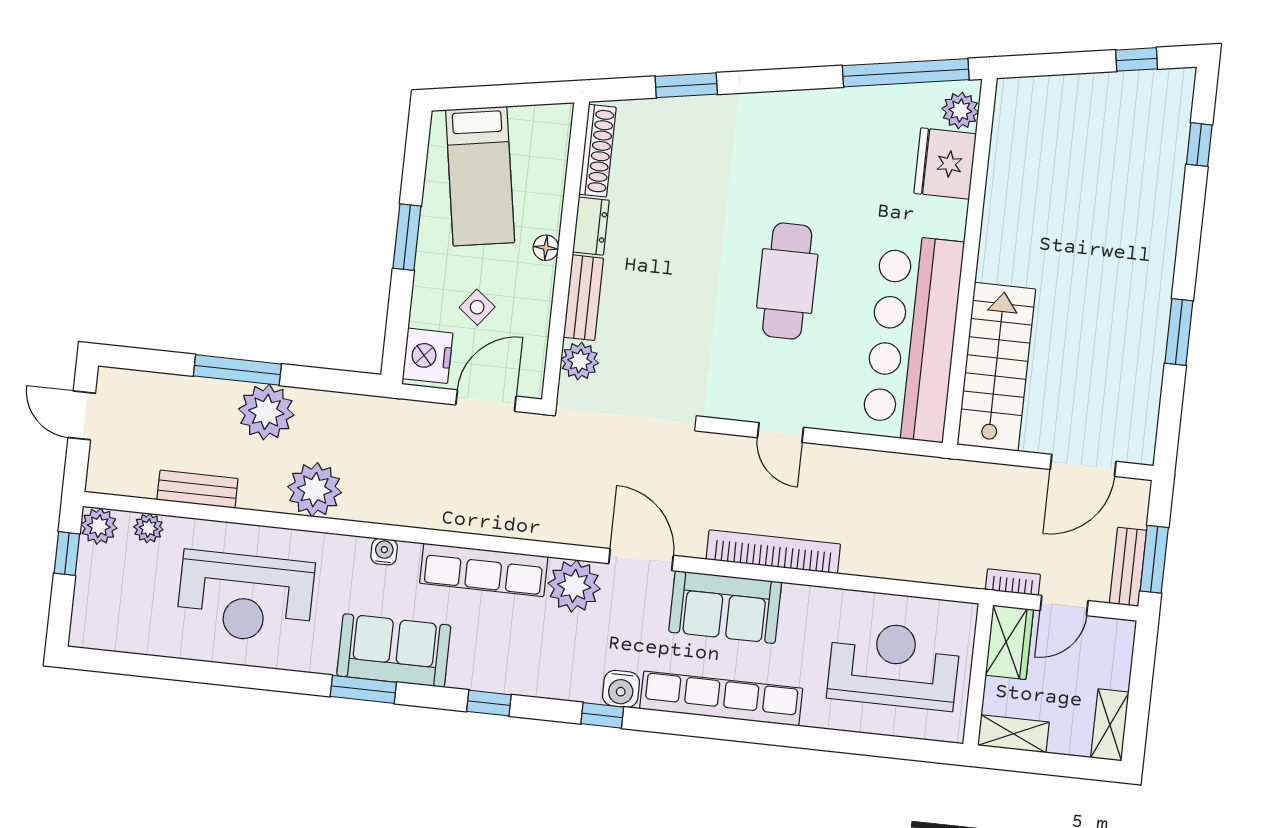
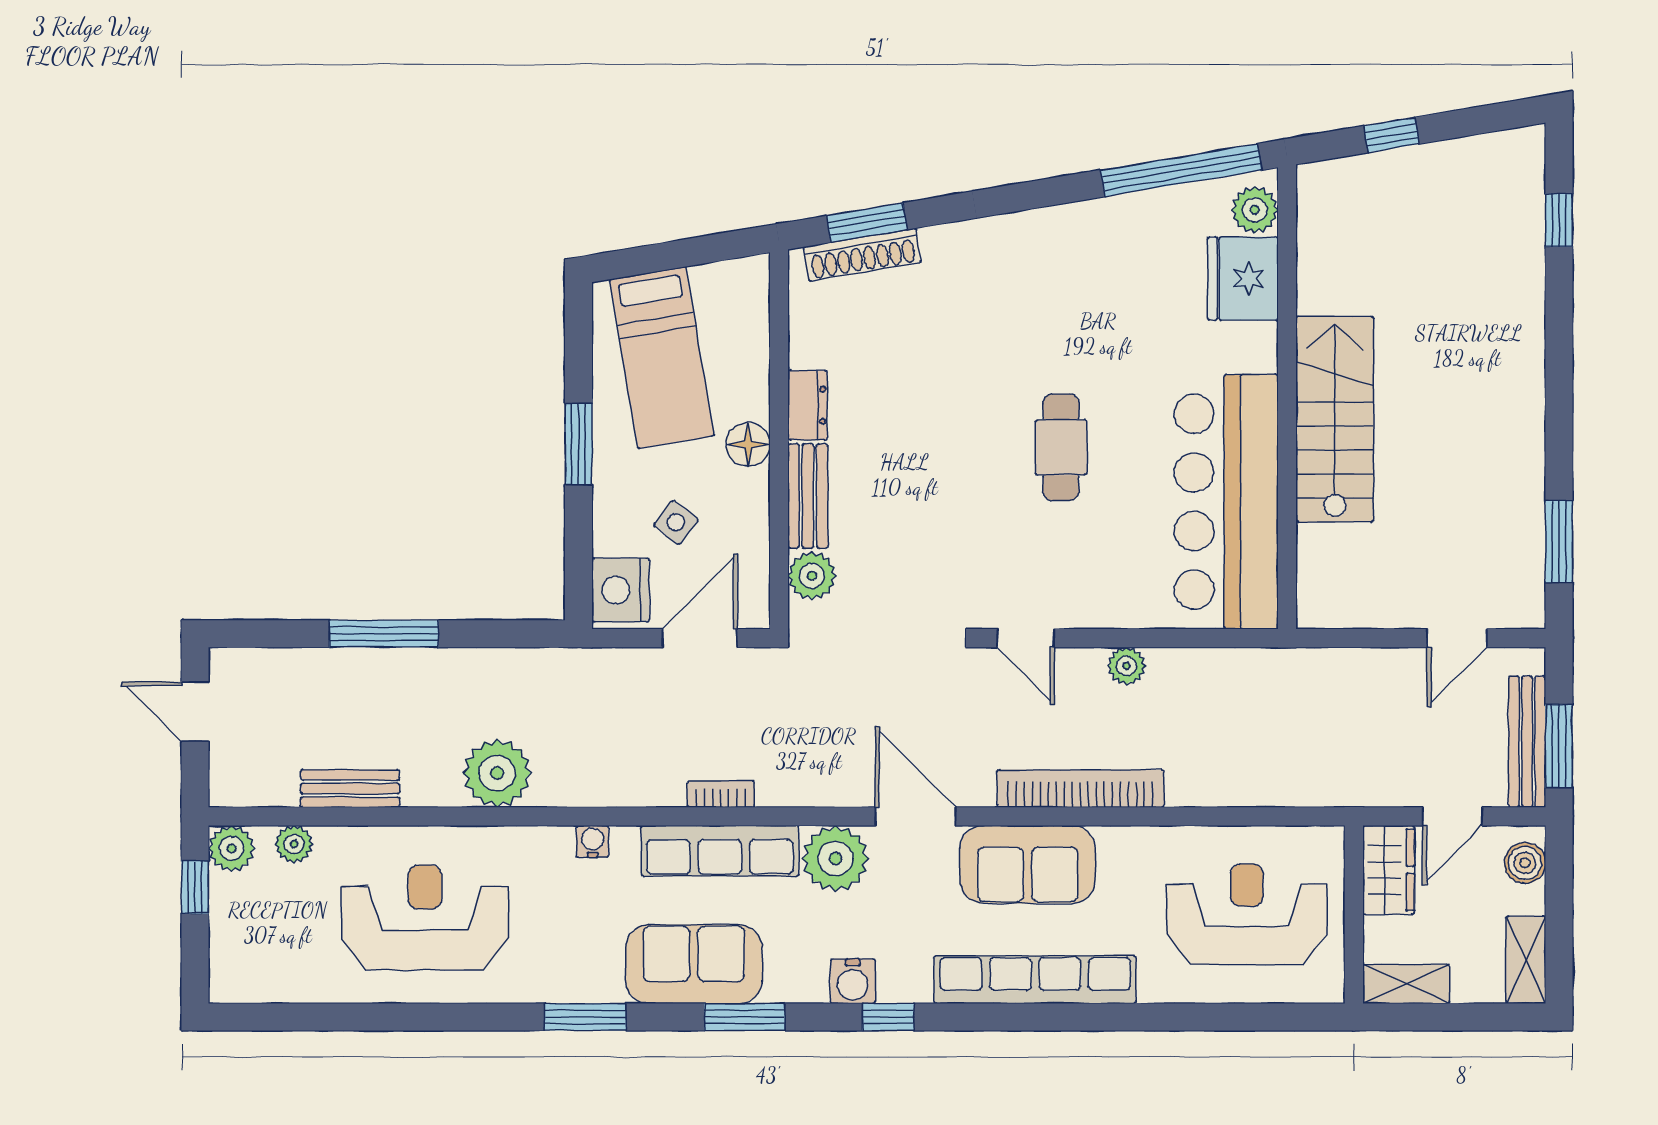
window: (1137, 59) -> (1392, 135), moved
window: (686, 85) -> (867, 223), moved
shoe rack: (597, 151) -> (862, 255), moved, turned 81
floor lamp: (546, 248) -> (748, 444), width x1.37, depth x1.37
cafe table: (787, 281) -> (1061, 447), width x0.73, depth x0.74
window: (1179, 332) -> (1559, 542), moved
stairs: (996, 367) -> (1335, 419), moved
plant: (266, 412) -> (1126, 666), moved, width x0.53, depth x0.53
door: (780, 432) -> (1026, 638), moved
door: (1083, 465) -> (1457, 638), width x0.73
bench: (1128, 567) -> (1527, 742), width x1.36
bookcase: (1013, 582) -> (721, 794), moved
reception desk: (245, 597) -> (425, 917), turned 180
boiler: (1117, 648) -> (1525, 863), added
sofa: (394, 651) -> (694, 964), moved
water cooler: (621, 689) -> (853, 981), moved
window: (489, 703) -> (745, 1017), width x1.50

